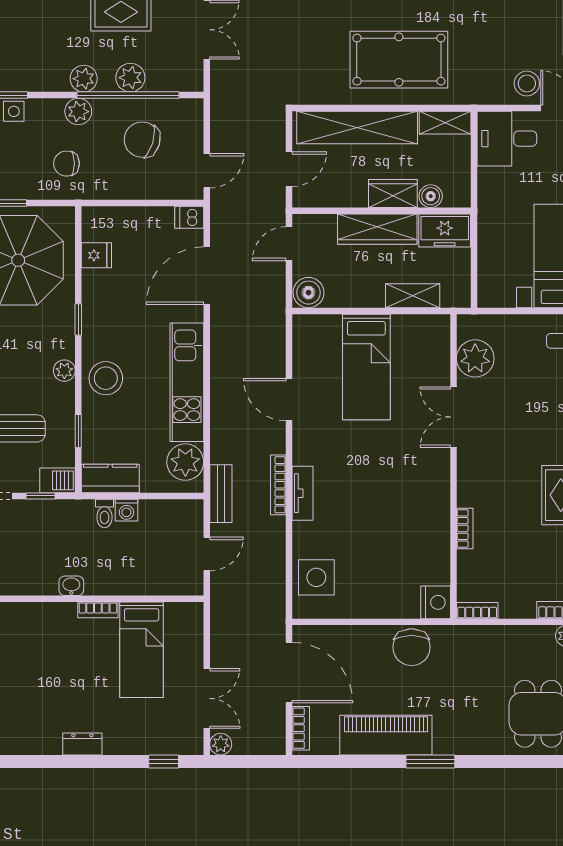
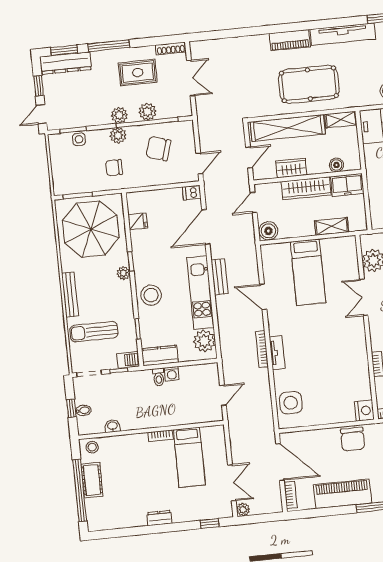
wardrobe: (393, 194) -> (291, 168), moved
plant: (64, 371) -> (123, 273), moved
bench: (221, 494) -> (220, 277), moved
washbasin: (71, 586) -> (112, 426), moved

